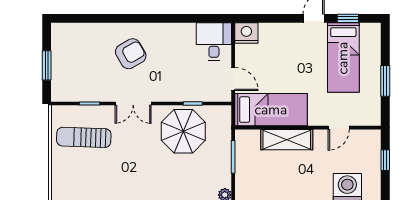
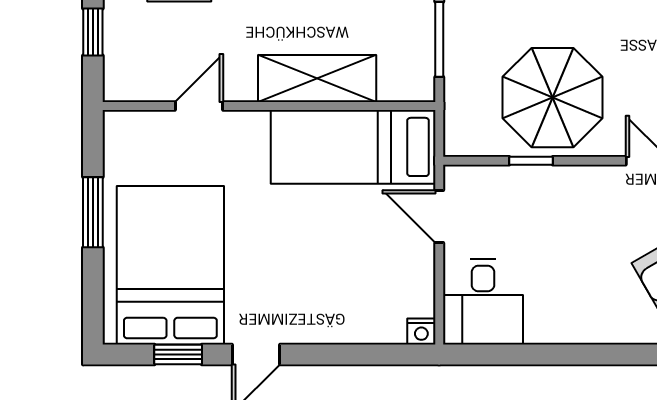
nightstand: (246, 33) -> (421, 332), width x0.53, depth x0.56
bed: (343, 58) -> (170, 265), width x1.50

